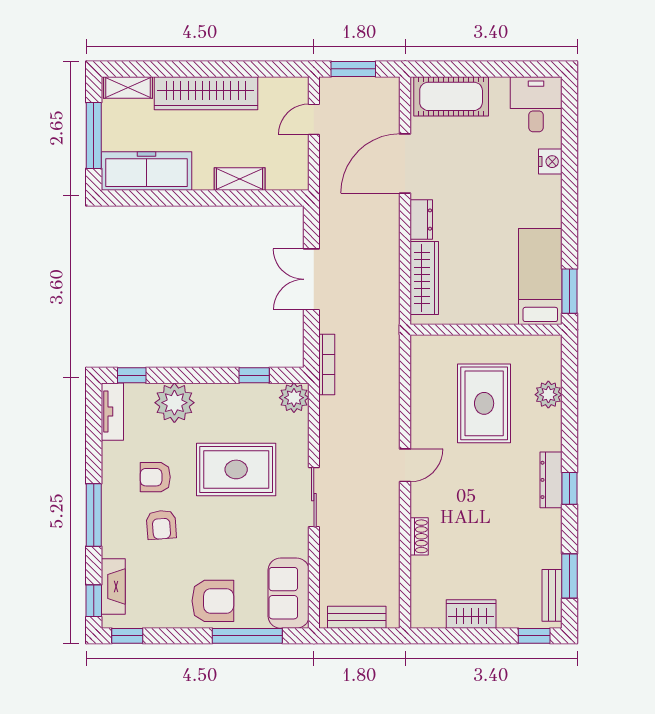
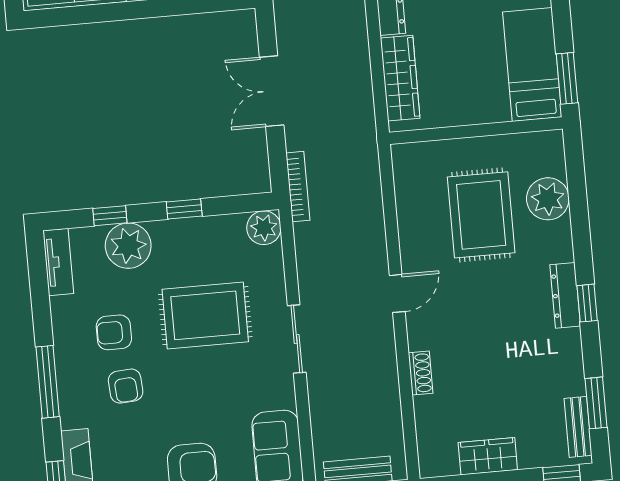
window: (132, 375) -> (110, 216), moved
window: (254, 375) -> (184, 209), moved
plant: (548, 395) -> (548, 199), width x1.36, depth x1.36

